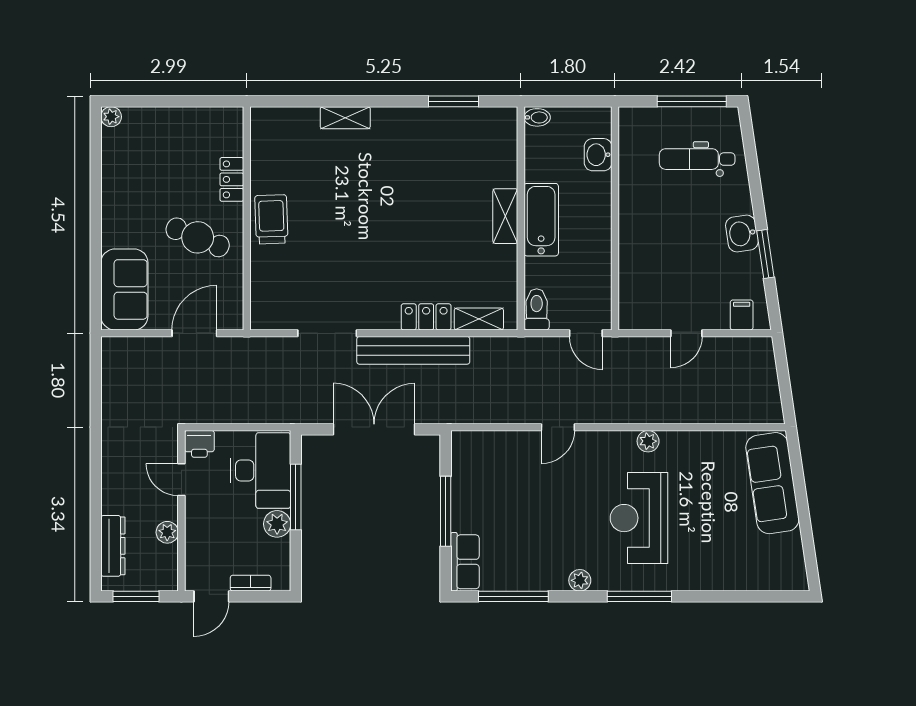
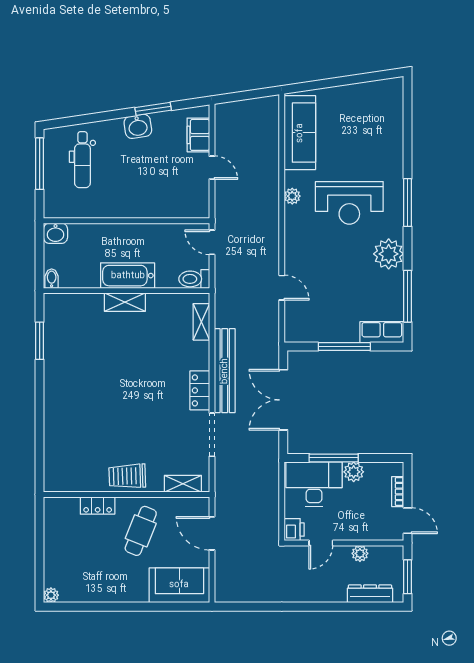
shelving: (345, 118) -> (183, 484), moved, turned 90
washbasin: (598, 155) -> (55, 233), moved
filing cabinet: (742, 315) -> (198, 135), width x2.00
locker: (426, 317) -> (200, 390), moved
door: (586, 333) -> (212, 242), swing flipped
door: (558, 427) -> (282, 288), moved
sofa: (772, 483) -> (300, 133), moved, turned -82
plant: (580, 580) -> (389, 254), width x1.88, depth x1.88

